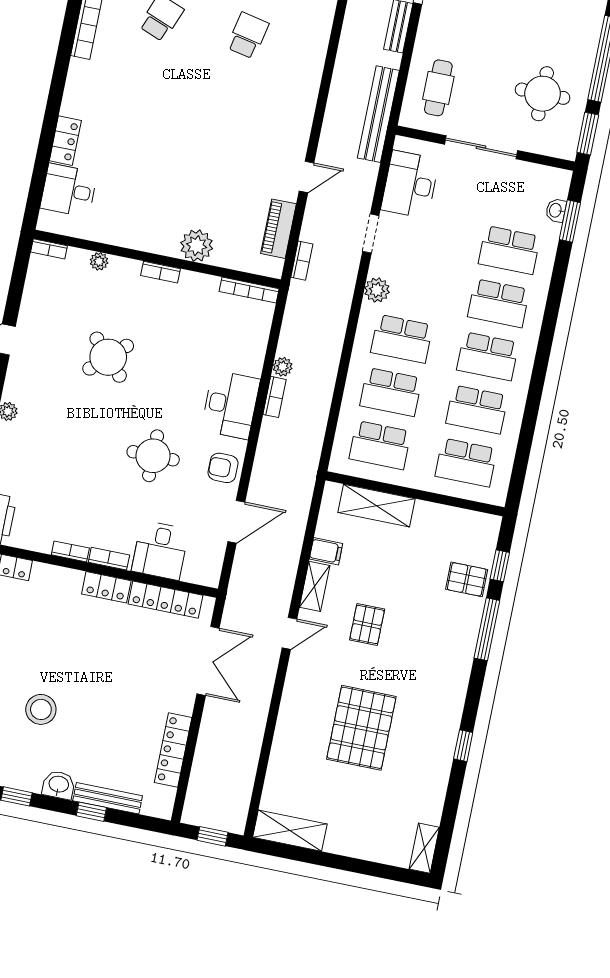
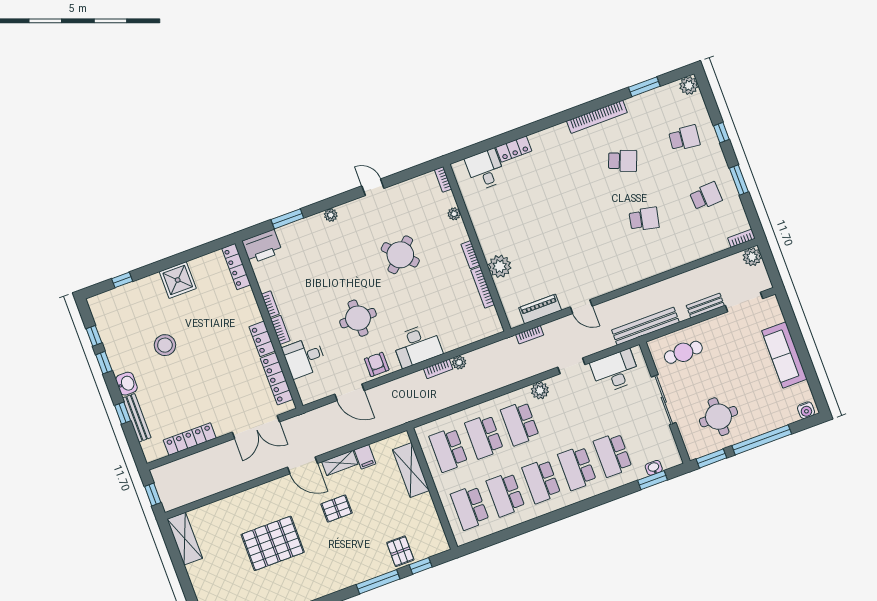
bookcase: (249, 290) -> (483, 287), moved
door: (289, 633) -> (302, 465), width x1.37

